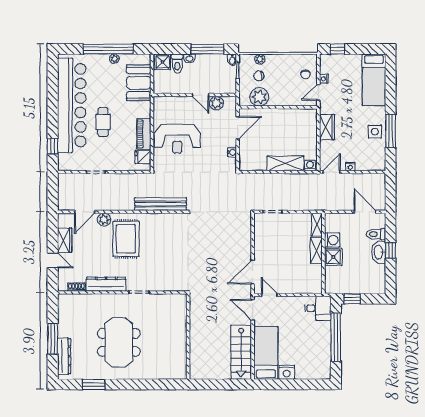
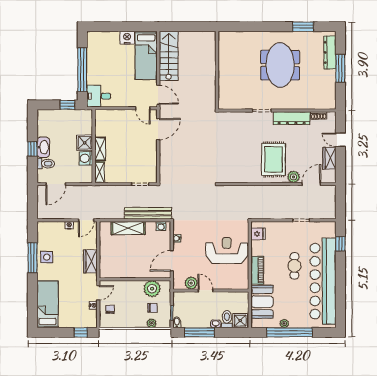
piano: (144, 134) -> (257, 270), moved
washing machine: (310, 166) -> (161, 226), moved
bench: (161, 204) -> (148, 213), moved
door: (365, 212) -> (56, 184), hinge flipped

